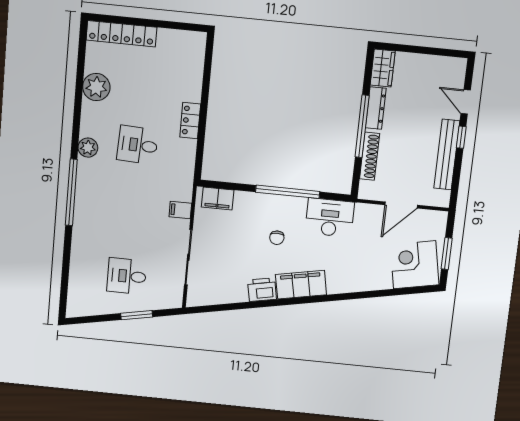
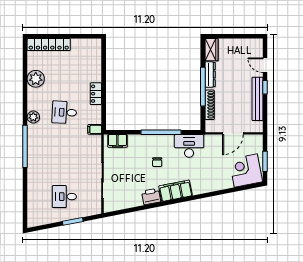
filing cabinet: (180, 210) -> (95, 129), moved

